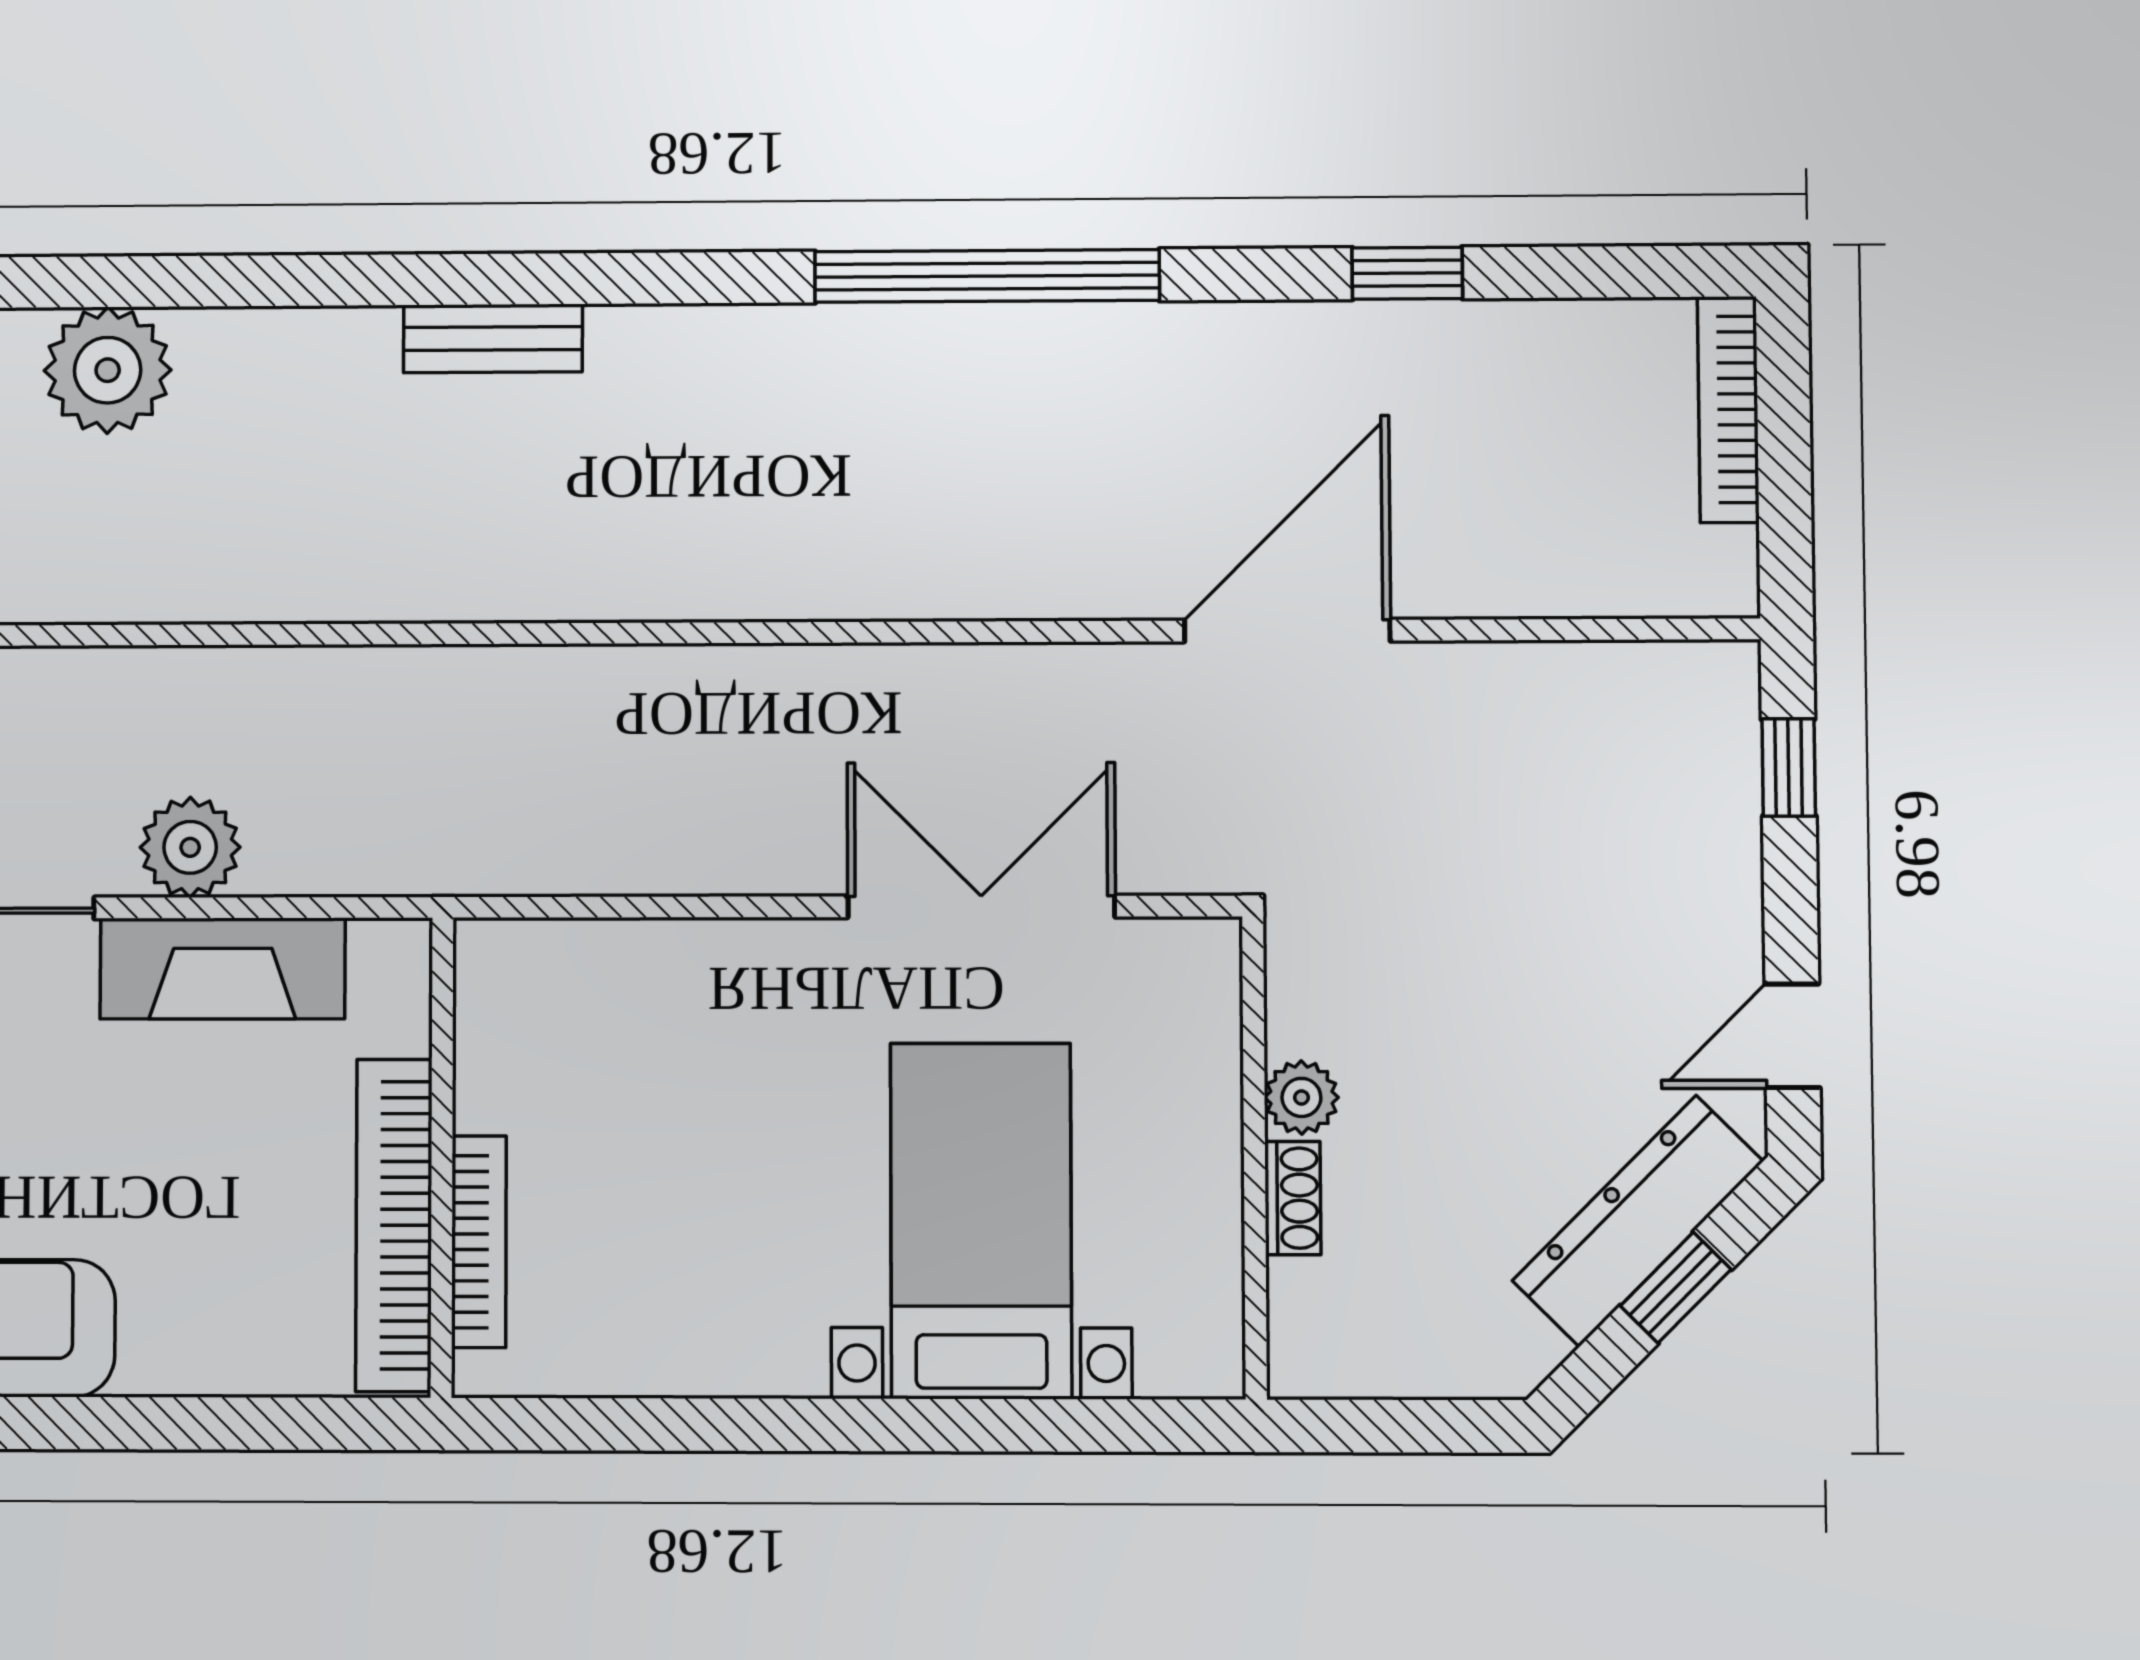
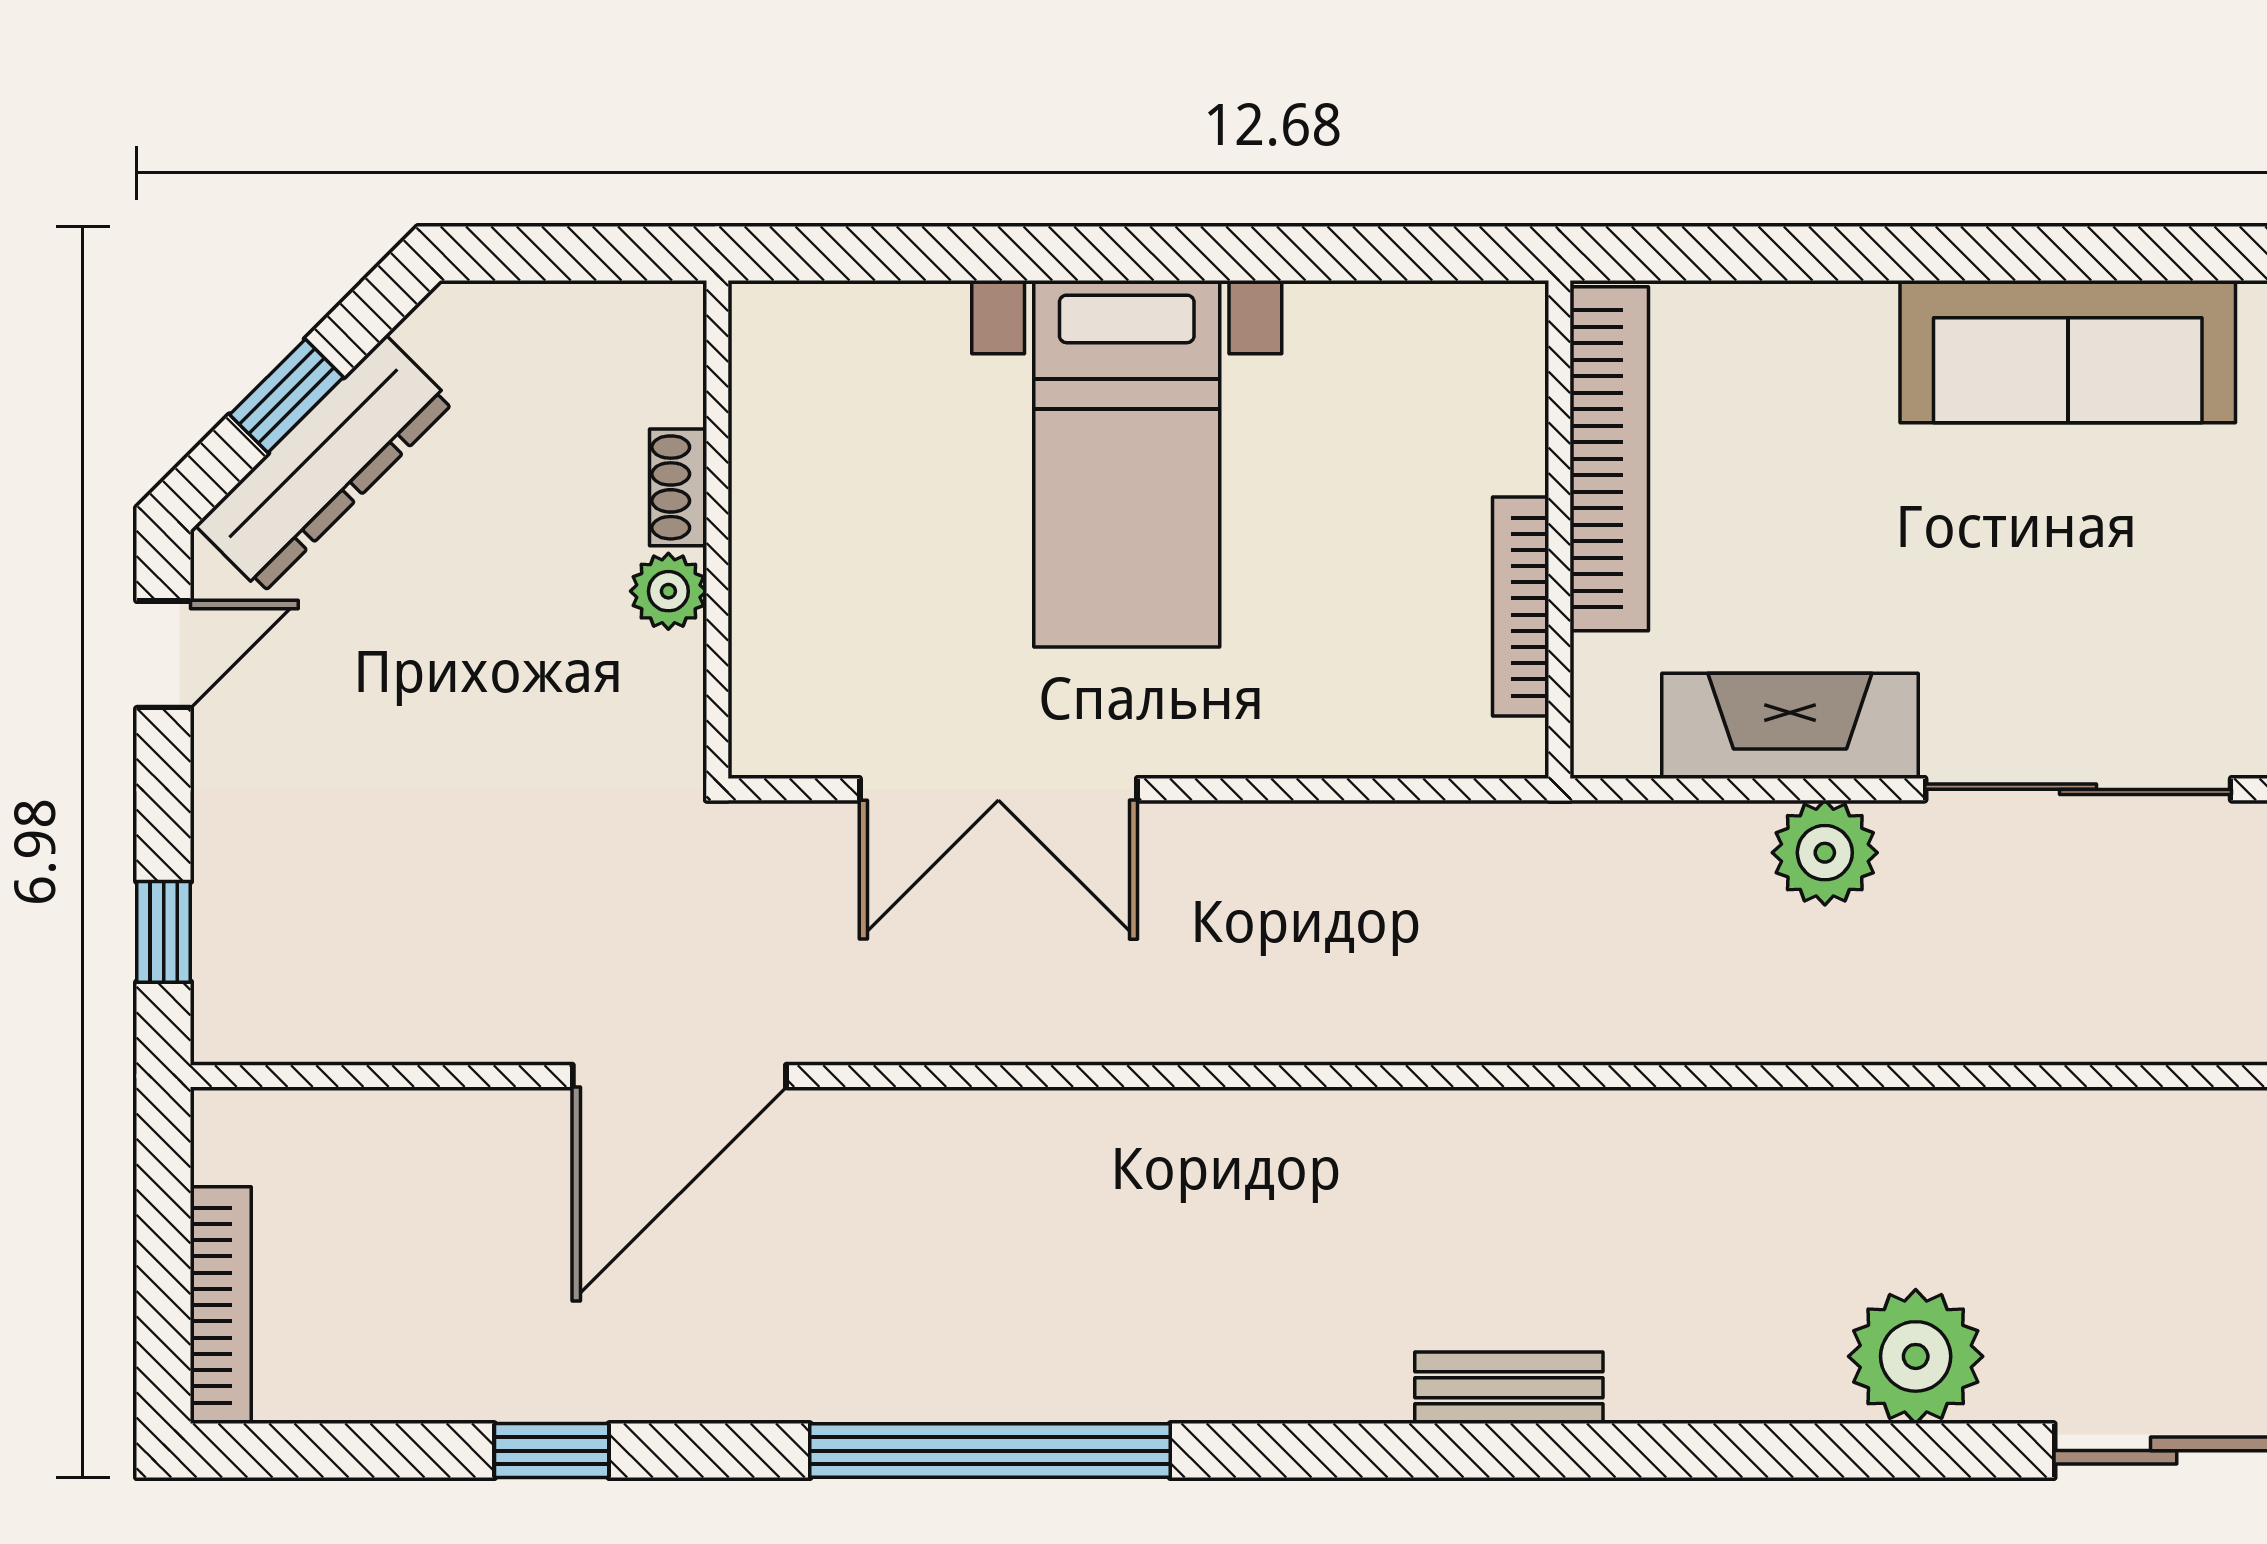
bed with nightstands: (981, 1221) -> (1127, 464), moved
bookcase: (479, 1242) -> (1521, 607), moved

